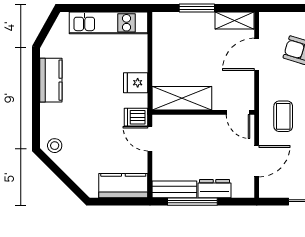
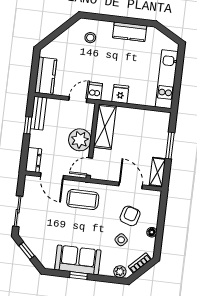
coffee table: (283, 116) -> (83, 200), width x1.36, depth x1.30
plant: (204, 130) -> (80, 140), added
stool: (55, 146) -> (90, 38), moved
dresser: (214, 189) -> (33, 160), moved
window: (192, 202) -> (28, 125), width x0.46

